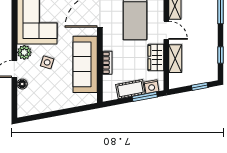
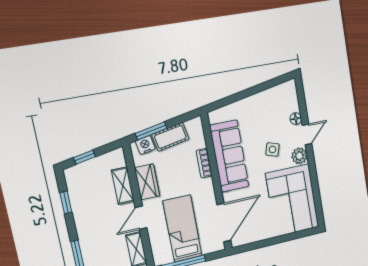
door: (166, 30) -> (141, 218), hinge flipped

